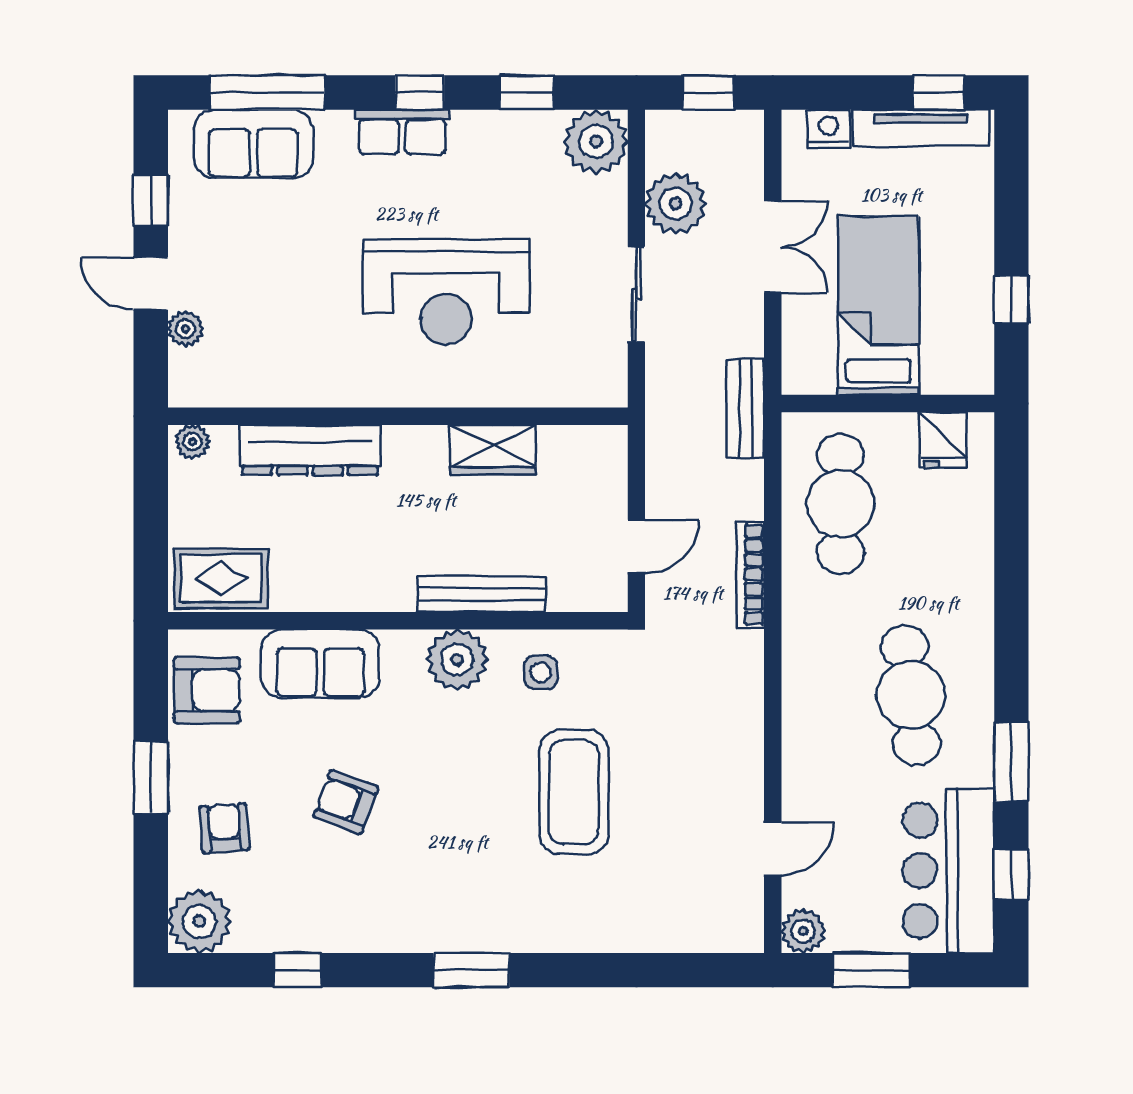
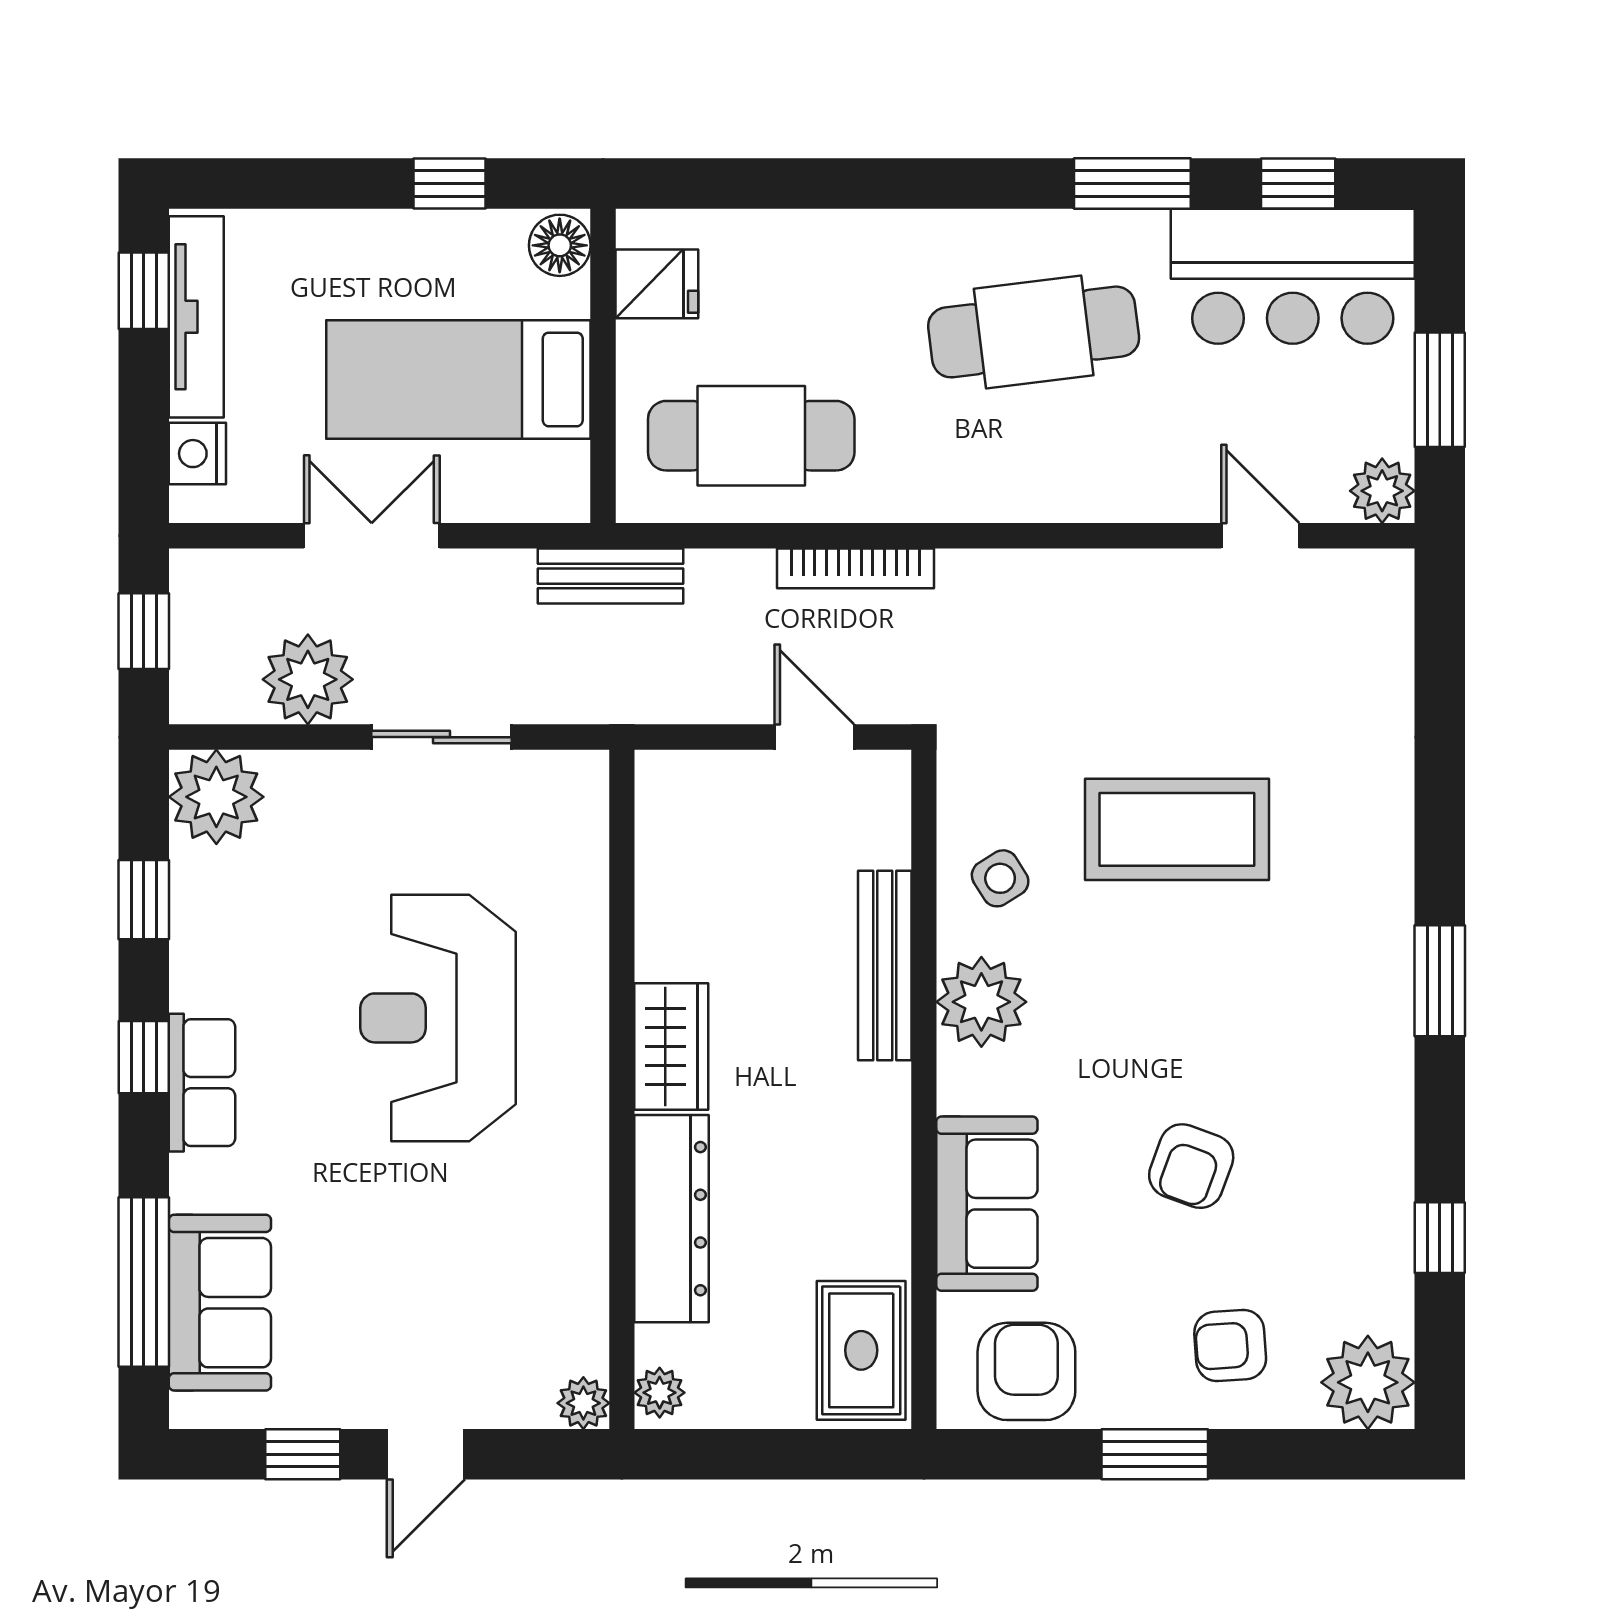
reception desk: (446, 292) -> (438, 1018), turned 180
plant: (185, 329) -> (583, 1403), moved
floor lamp: (969, 374) -> (560, 245), added
wardrobe: (493, 450) -> (671, 1046), moved
side table: (541, 672) -> (1000, 878), turned -32

